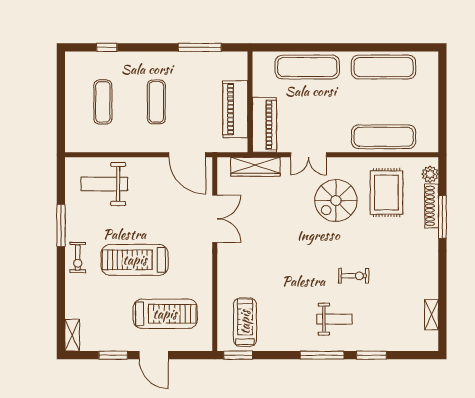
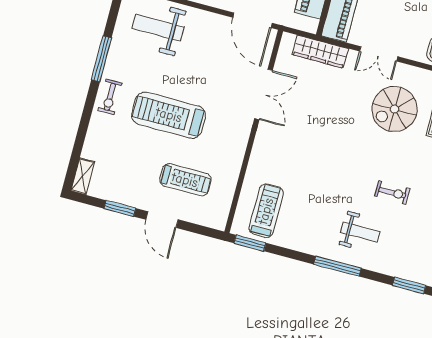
treadmill: (165, 314) -> (185, 180), width x0.73, depth x0.73
window: (371, 355) -> (409, 285), moved

